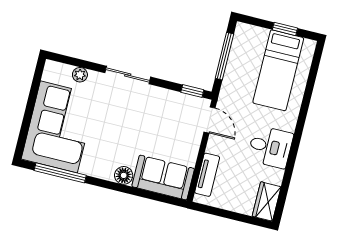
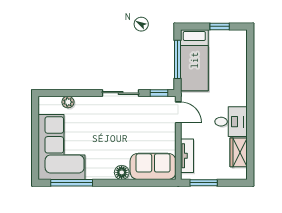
bed: (278, 70) -> (194, 60), moved
sliding door: (128, 75) -> (121, 93), moved
wardrobe: (267, 201) -> (239, 152), moved
window: (219, 212) -> (204, 183), added

